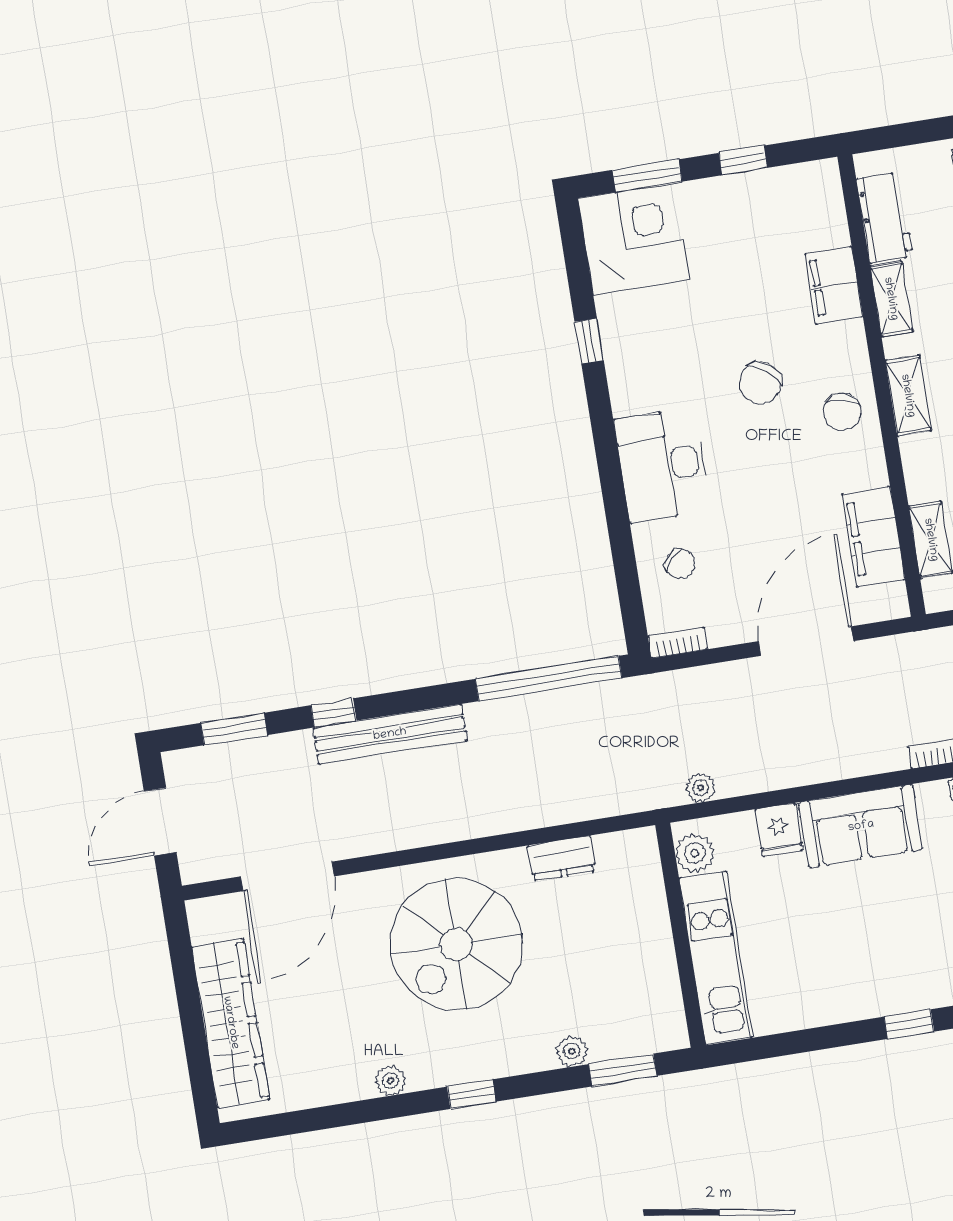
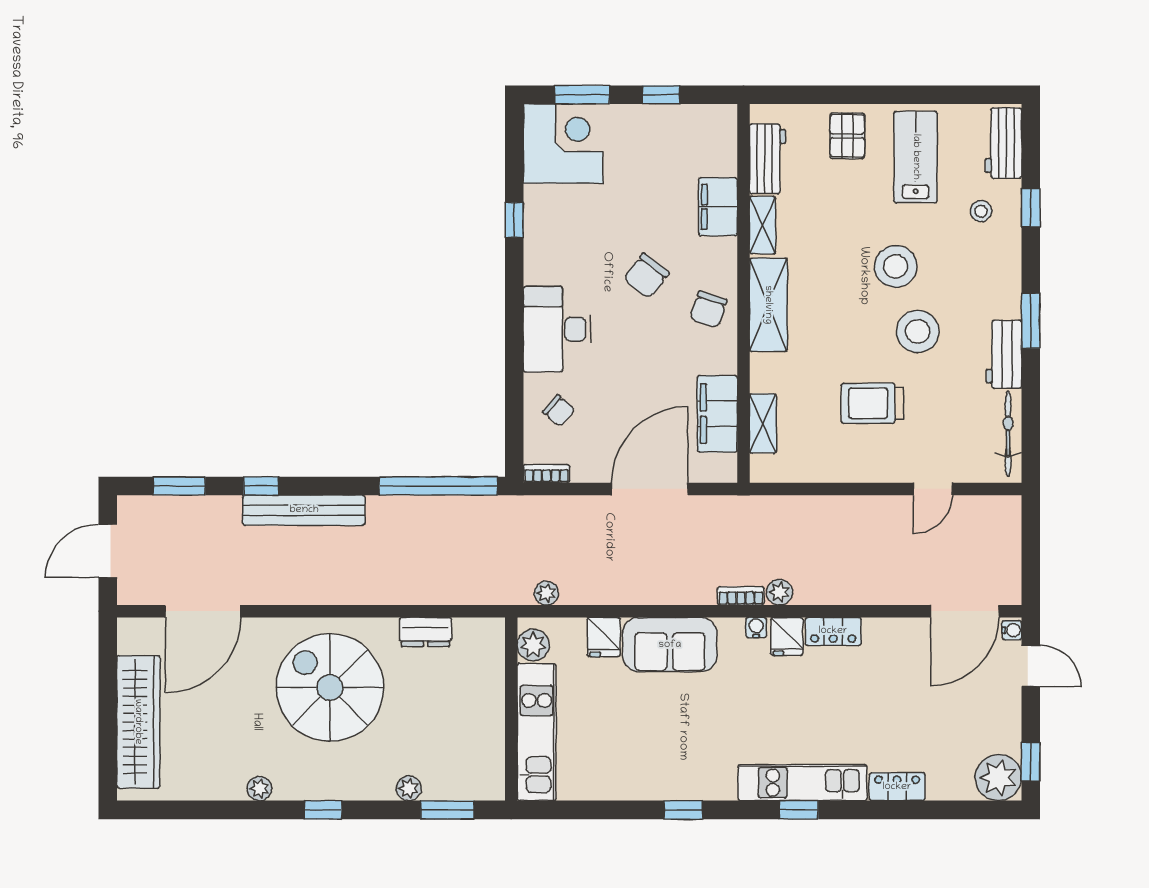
shelving: (908, 396) -> (768, 305), width x1.50, depth x1.33
spiral stairs: (456, 944) -> (330, 687), turned 90

